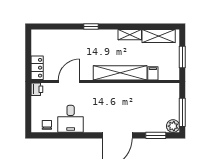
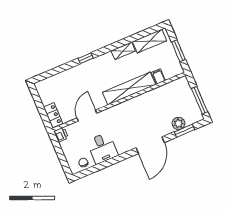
plant: (173, 126) -> (178, 123), moved

